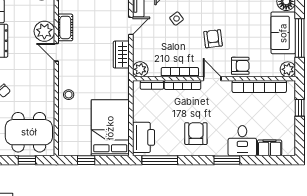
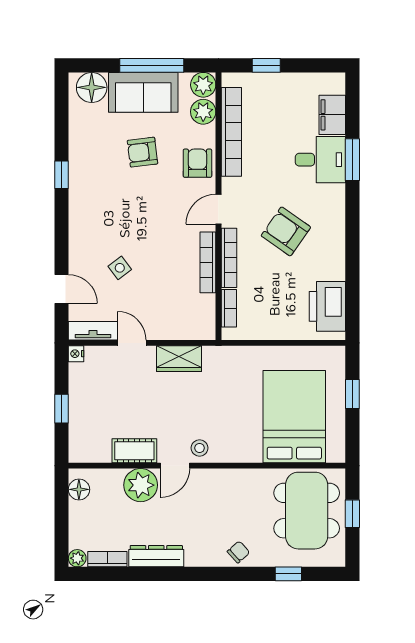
armchair: (213, 39) -> (142, 152), moved
plant: (140, 69) -> (203, 112), moved
stool: (69, 95) -> (200, 448), moved
bed: (110, 128) -> (294, 417), moved, turned 90
armchair: (196, 134) -> (286, 231), moved, turned 35
printer: (144, 137) -> (327, 306), moved, turned -90
window: (86, 160) -> (352, 394), moved
window: (160, 160) -> (352, 295), removed
window: (227, 160) -> (352, 160), moved

